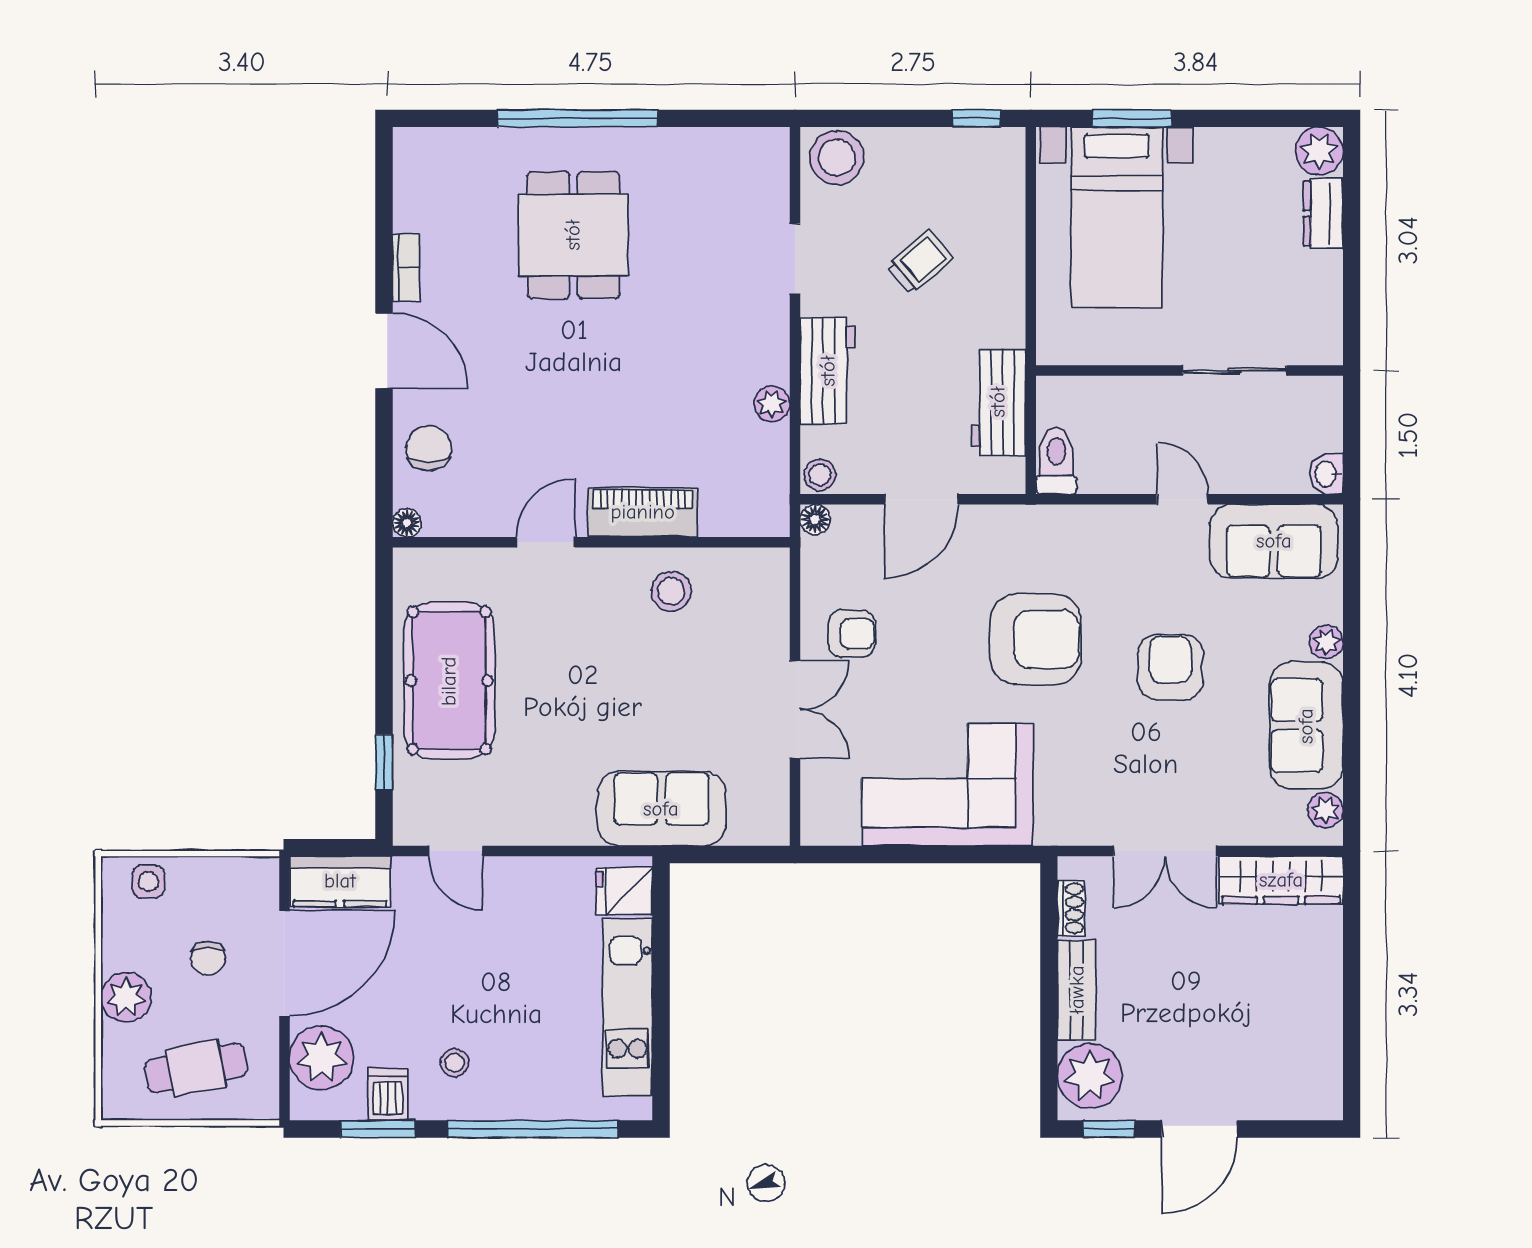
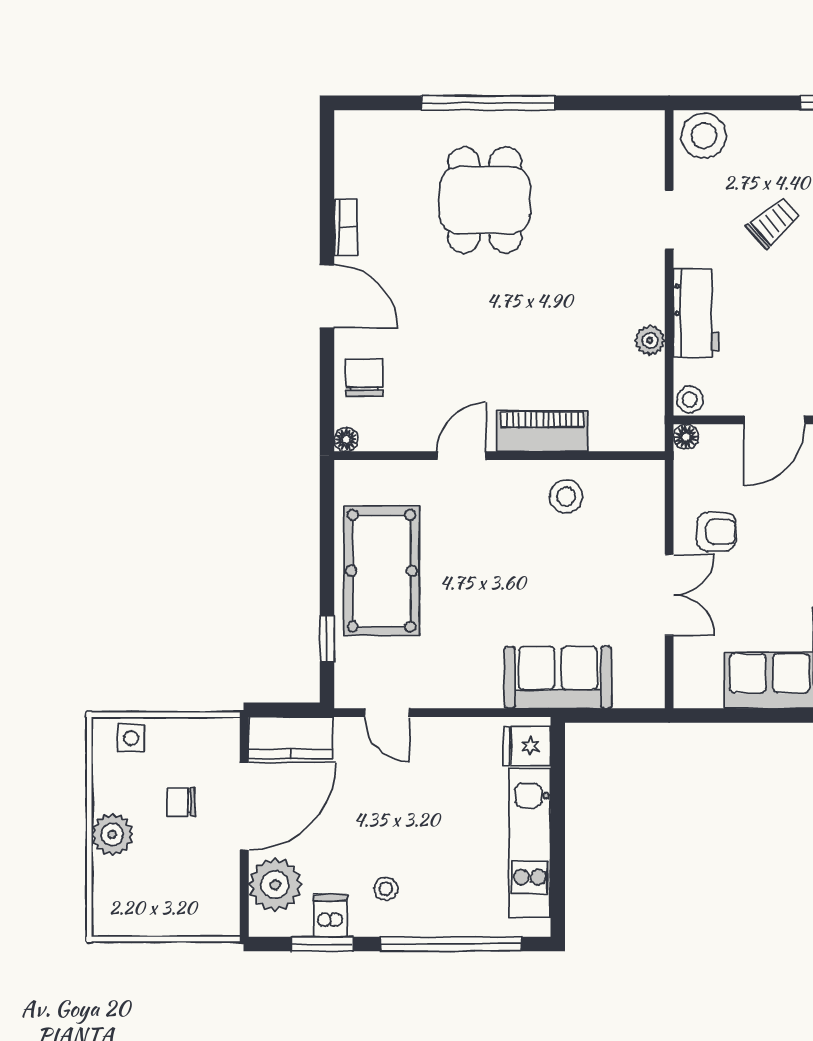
chair: (208, 958) -> (181, 802), turned 90
cafe table: (196, 1068) -> (171, 893), removed

